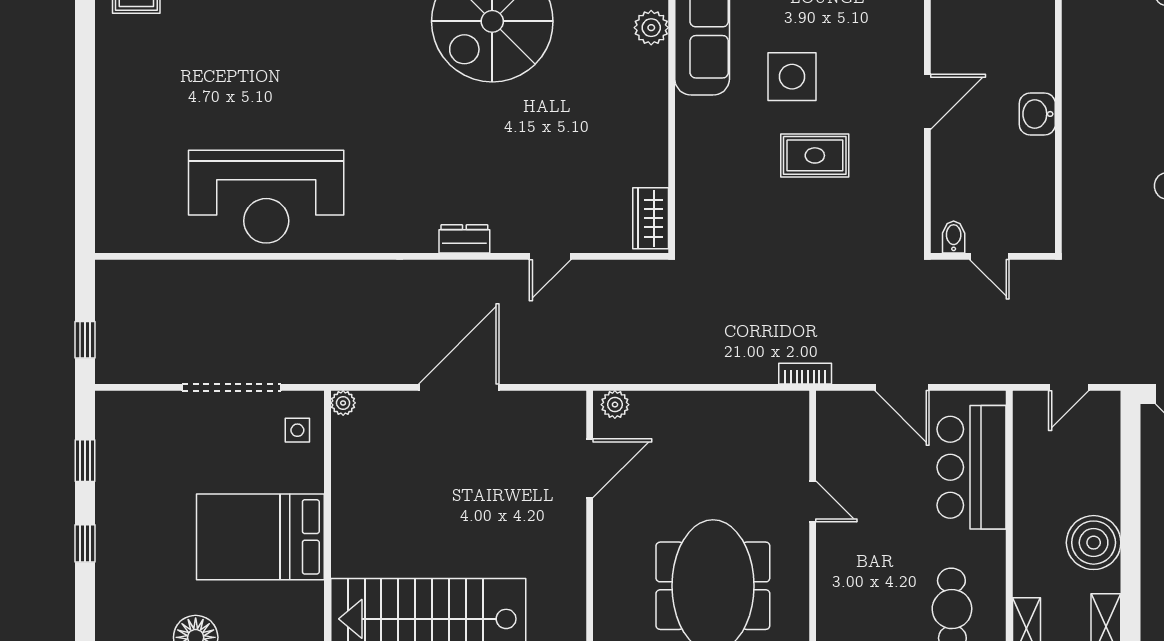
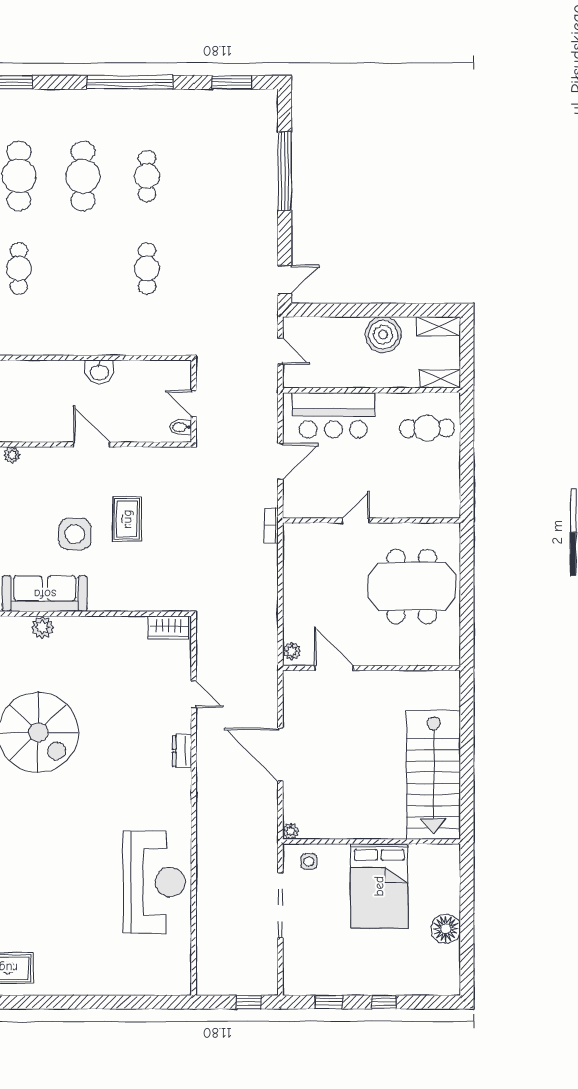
door: (989, 256) -> (194, 403), swing flipped

